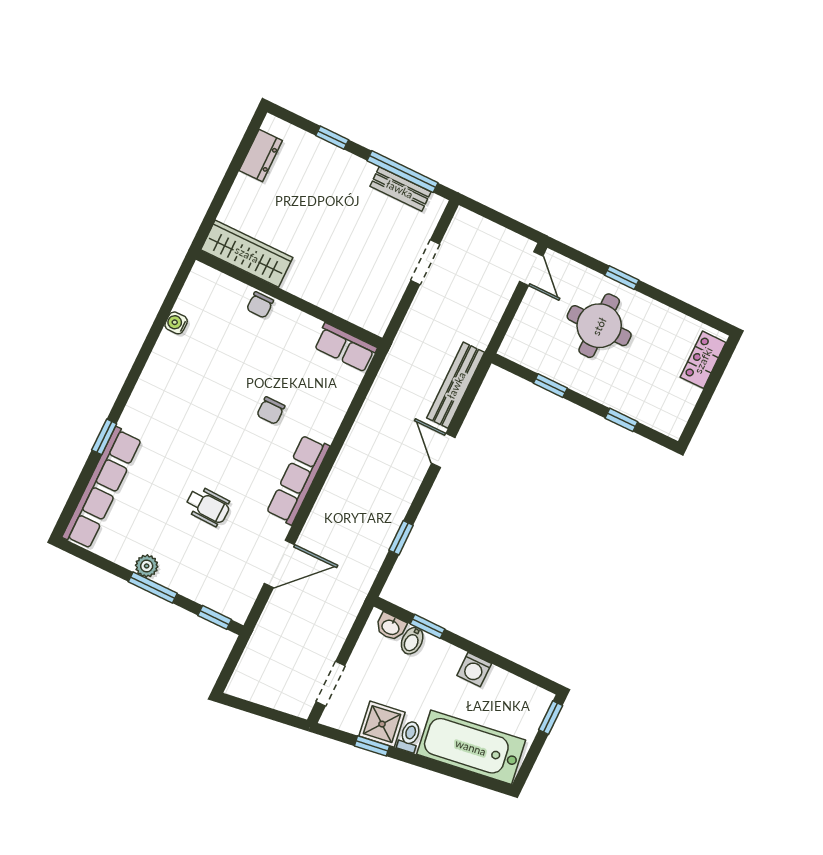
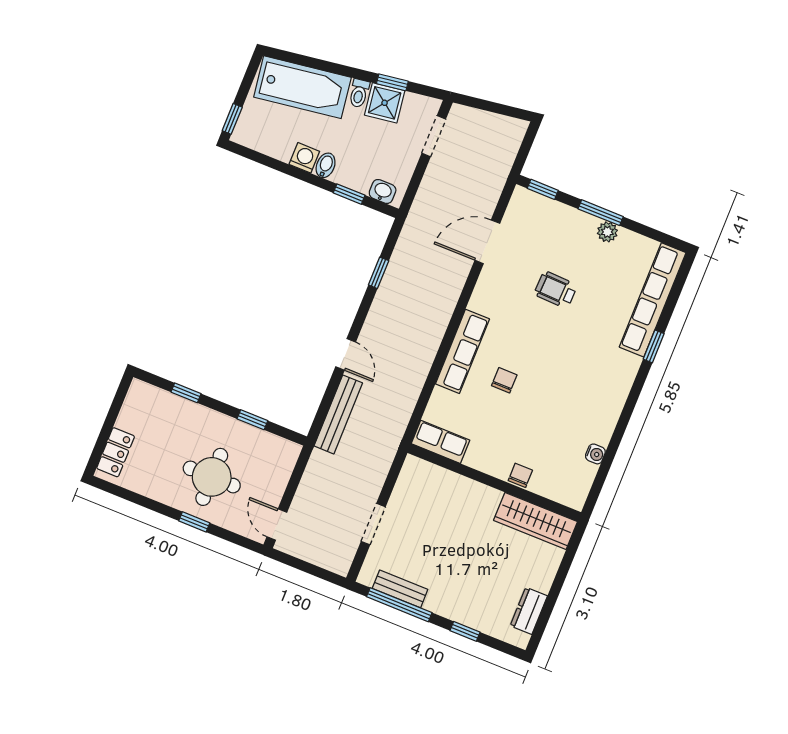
row of seats: (298, 480) -> (462, 351), moved
bidet: (412, 641) -> (326, 165), moved

